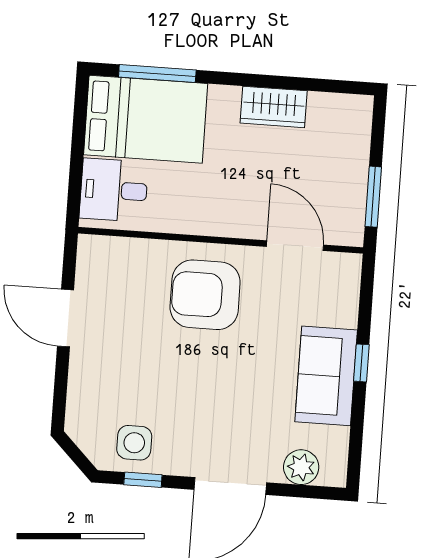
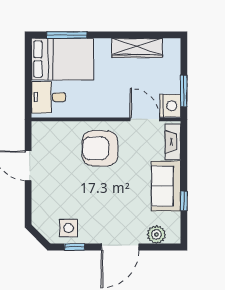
wardrobe: (274, 107) -> (137, 48), width x1.50
nightstand: (345, 223) -> (170, 106), added
fireplace: (345, 292) -> (173, 142), added
window: (361, 363) -> (184, 201), moved

